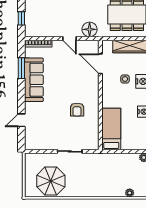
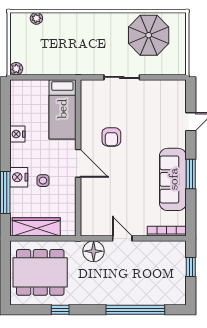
door: (100, 64) -> (78, 163), moved
window: (21, 68) -> (191, 174), moved
armchair: (77, 110) -> (111, 137), turned 180

